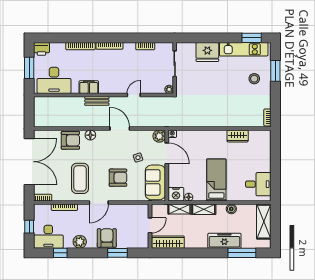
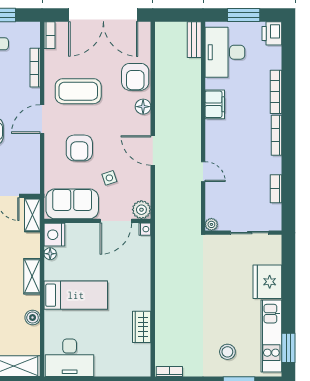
bench: (97, 101) -> (194, 40), moved
door: (120, 129) -> (153, 151), swing flipped
desk: (258, 184) -> (70, 358), width x1.37
door: (99, 203) -> (42, 119), hinge flipped
shelving: (179, 209) -> (32, 215), moved

